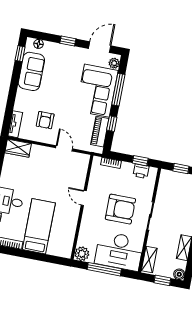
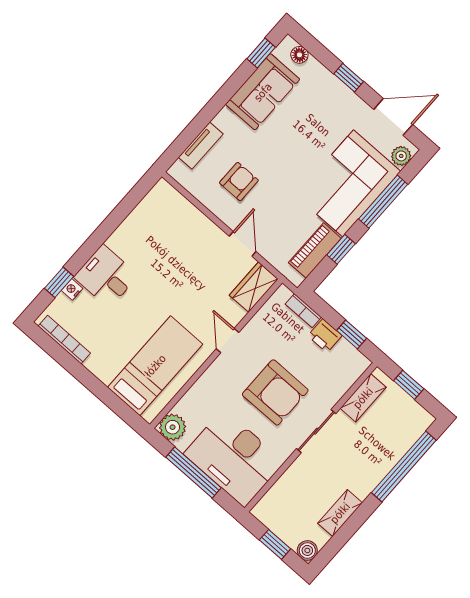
armchair: (45, 120) -> (239, 182), turned 180
tv unit: (15, 124) -> (201, 146), moved
wardrobe: (18, 148) -> (254, 287), moved, turned 90
printer: (141, 171) -> (325, 336), moved
bed: (39, 226) -> (155, 366), moved
shelving: (149, 259) -> (363, 398), moved

